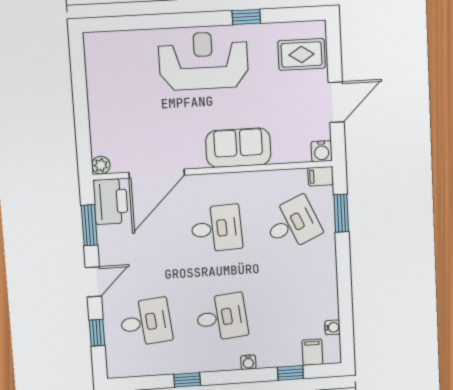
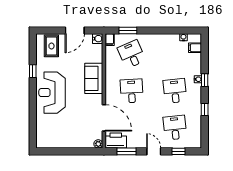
door: (336, 102) -> (75, 31), swing flipped
window: (290, 373) -> (205, 80), moved

